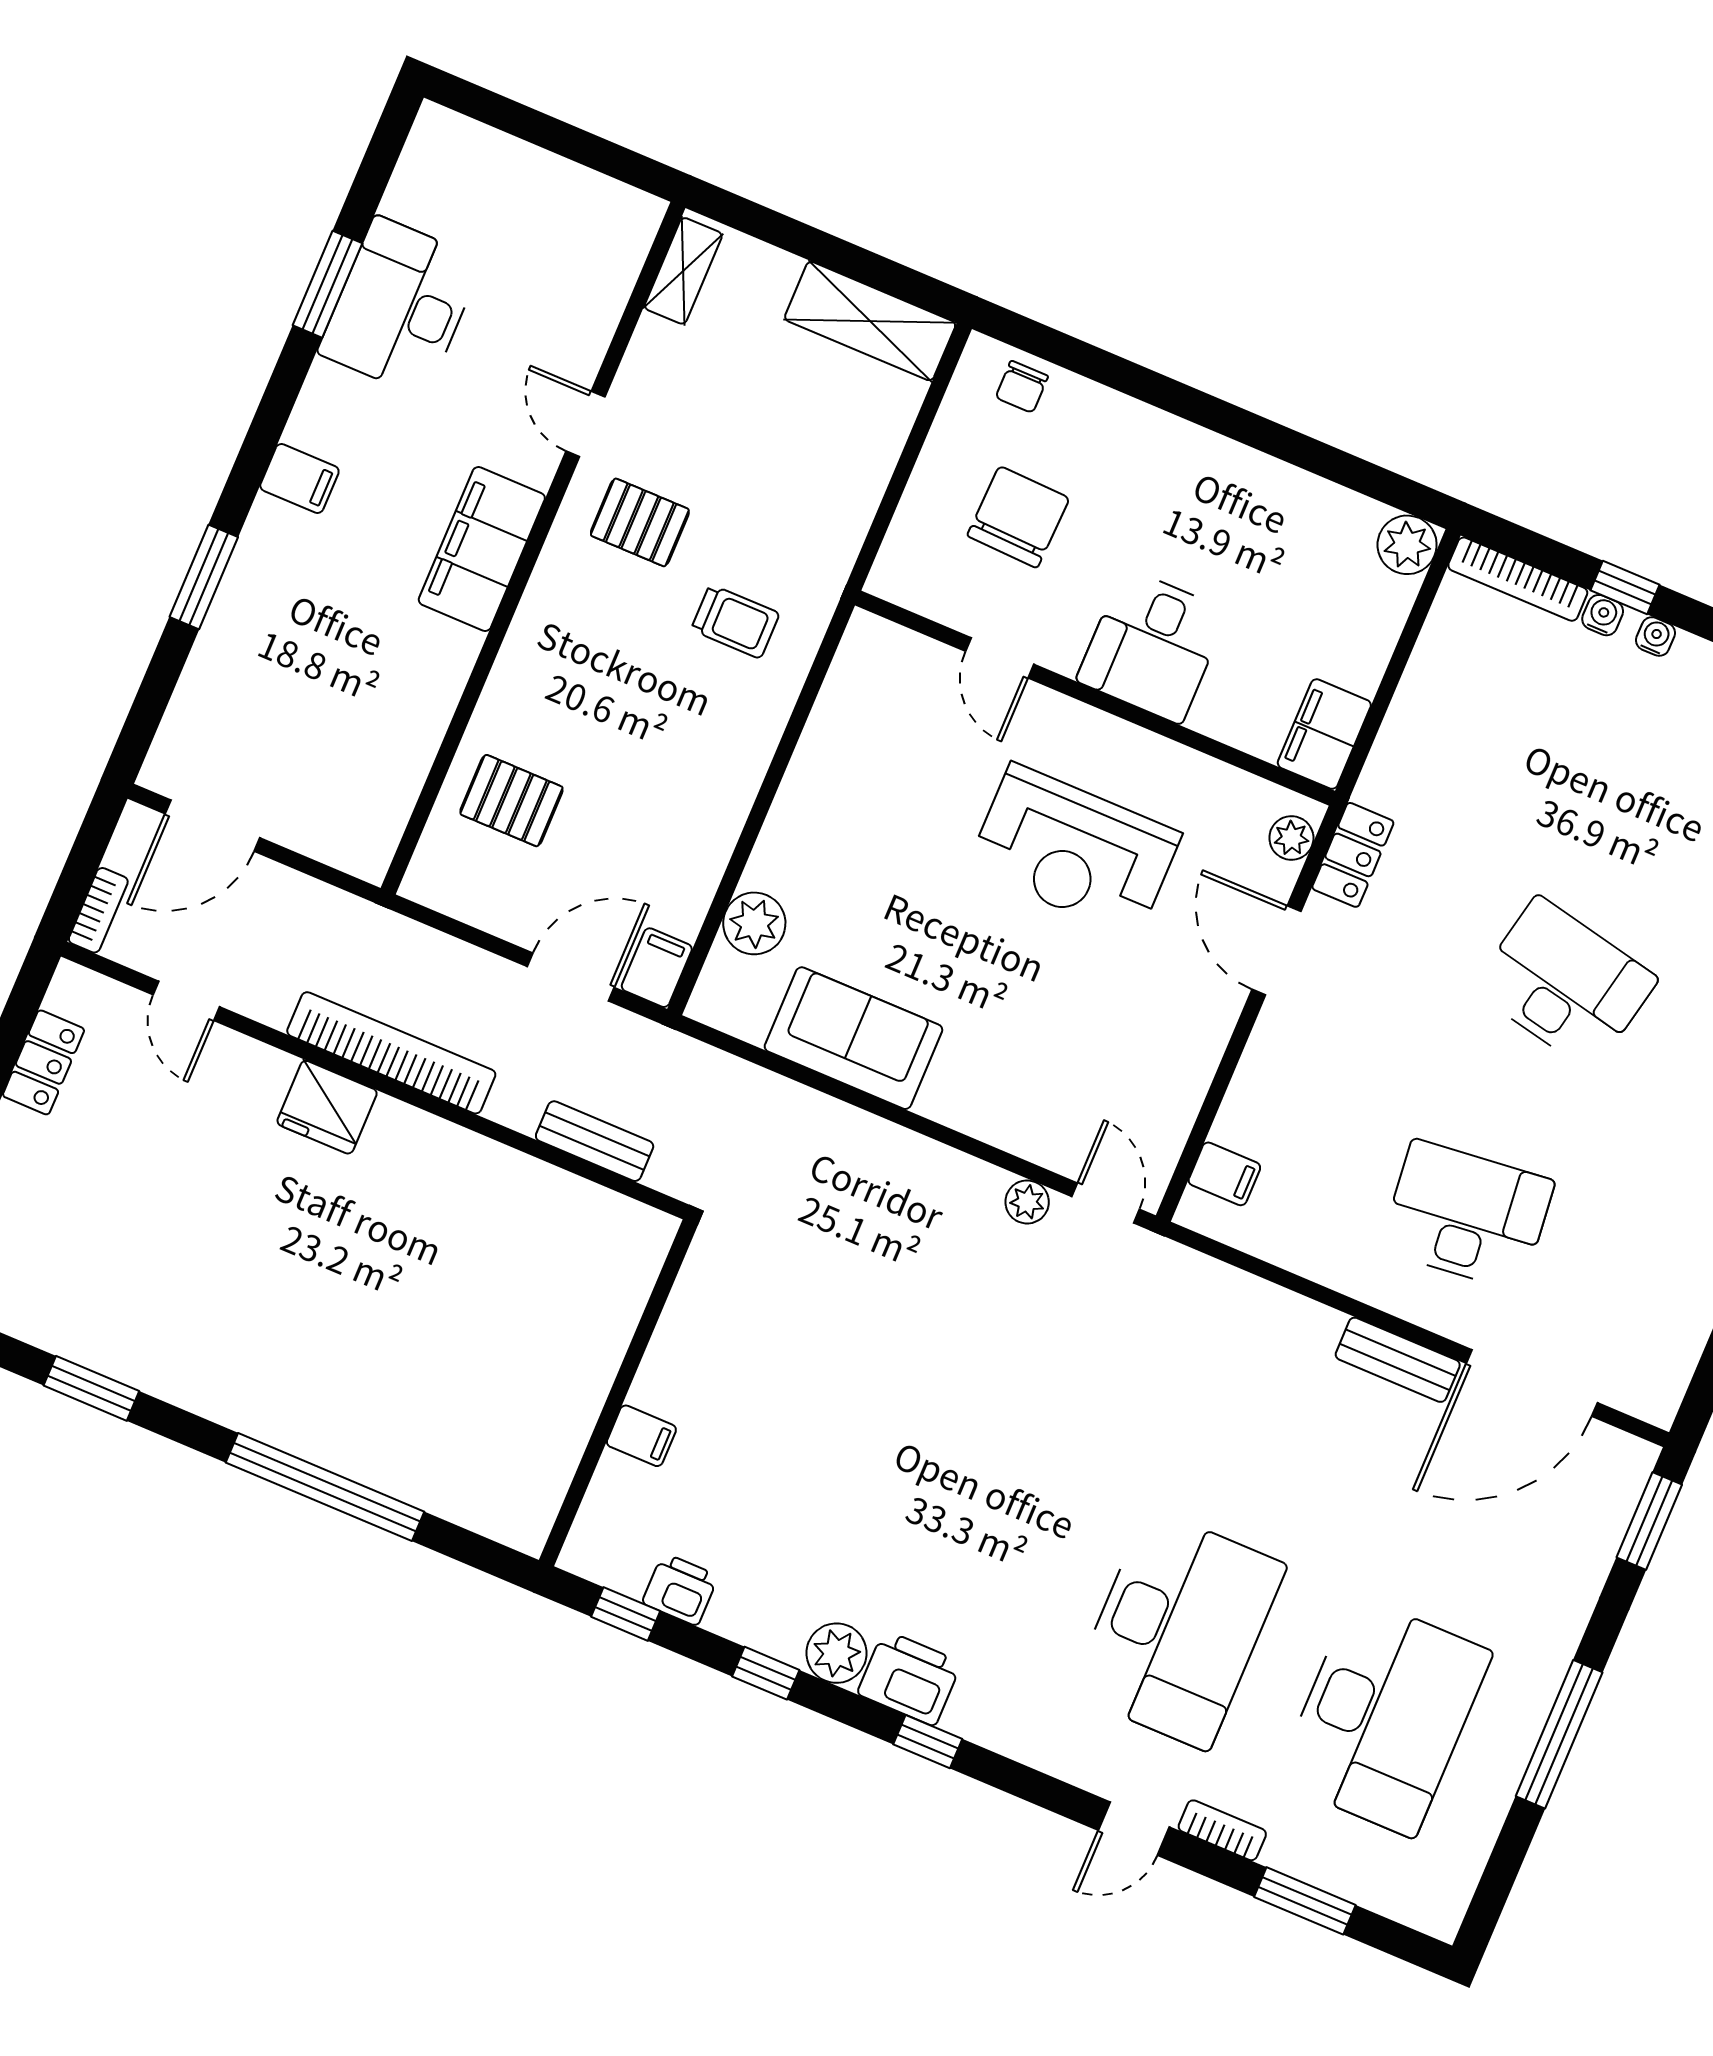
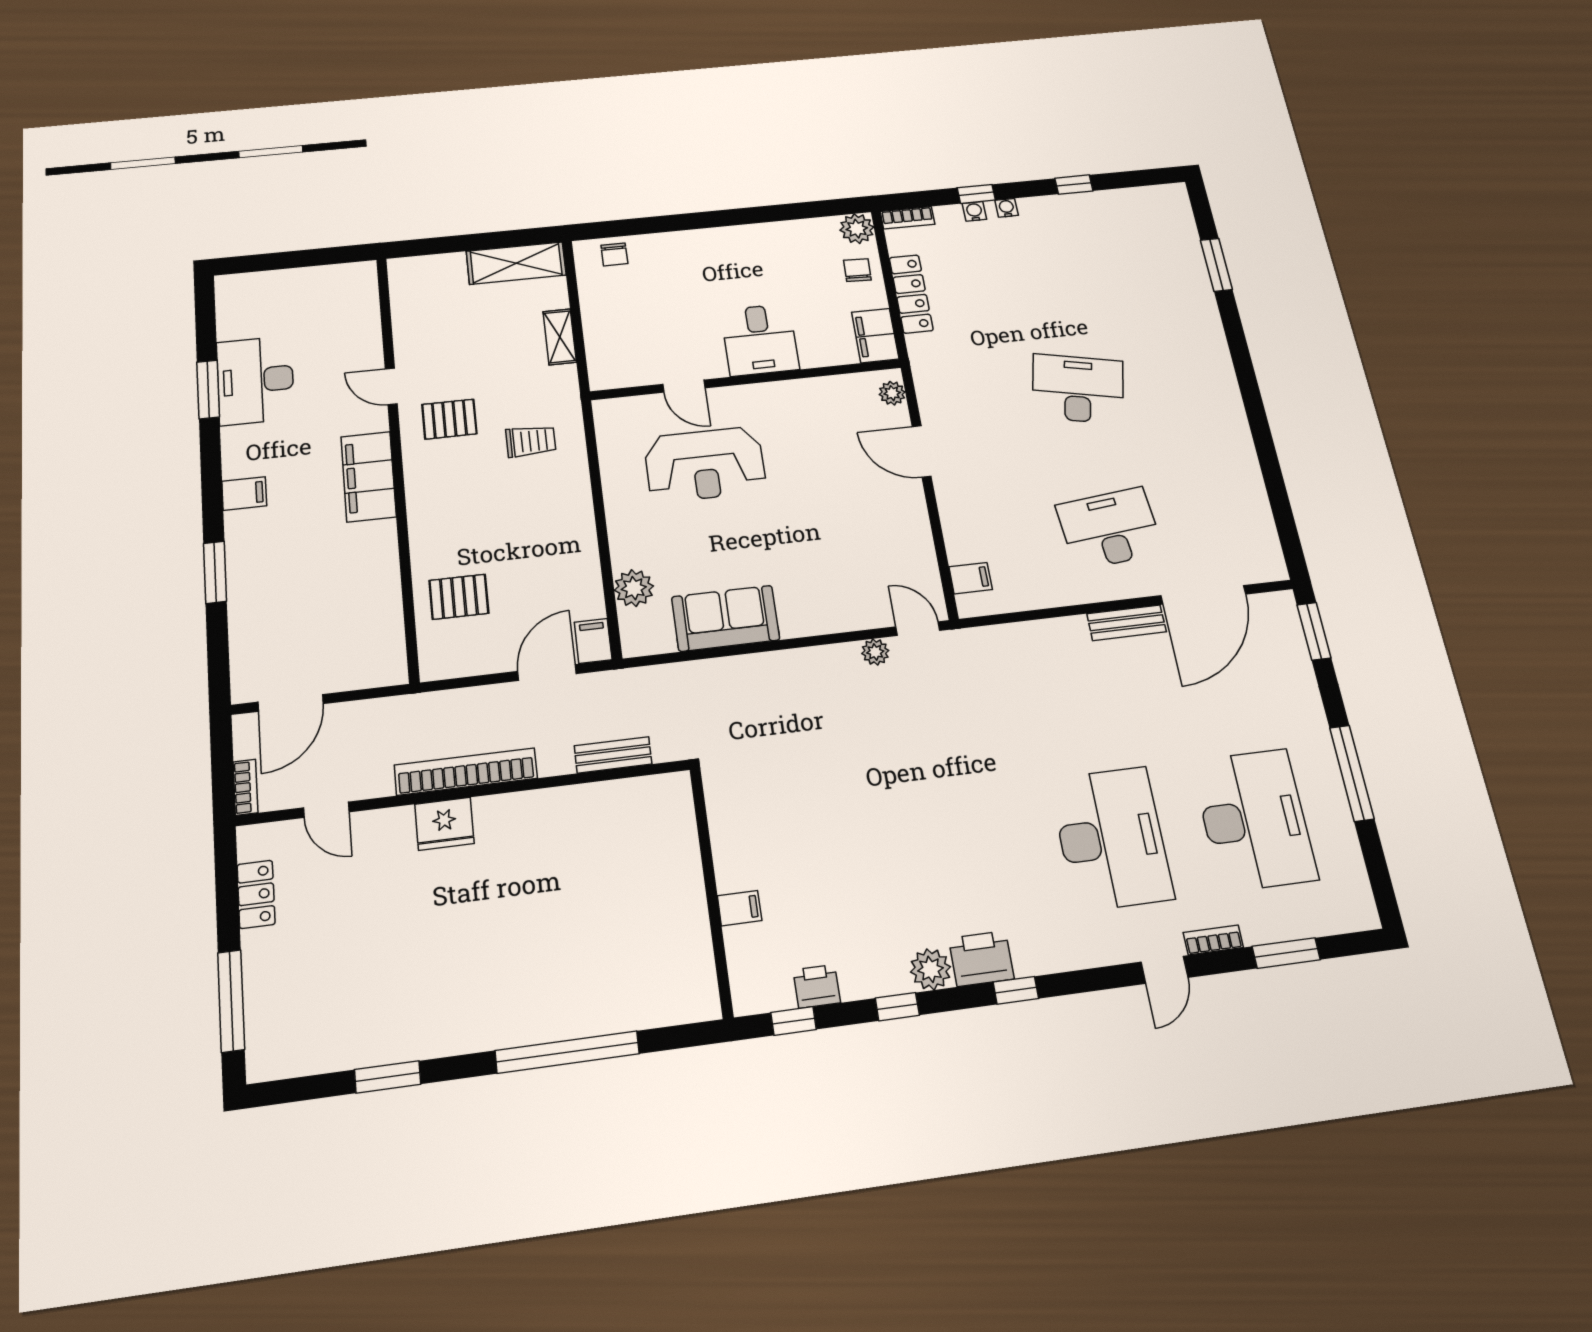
shelving: (683, 271) -> (560, 337), moved
chair: (1018, 517) -> (857, 270), moved, width x0.54, depth x0.54
bookcase: (1518, 579) -> (907, 218), width x0.64
reception desk: (1074, 851) -> (705, 465), moved
locker: (1353, 855) -> (911, 294), moved, width x1.53

